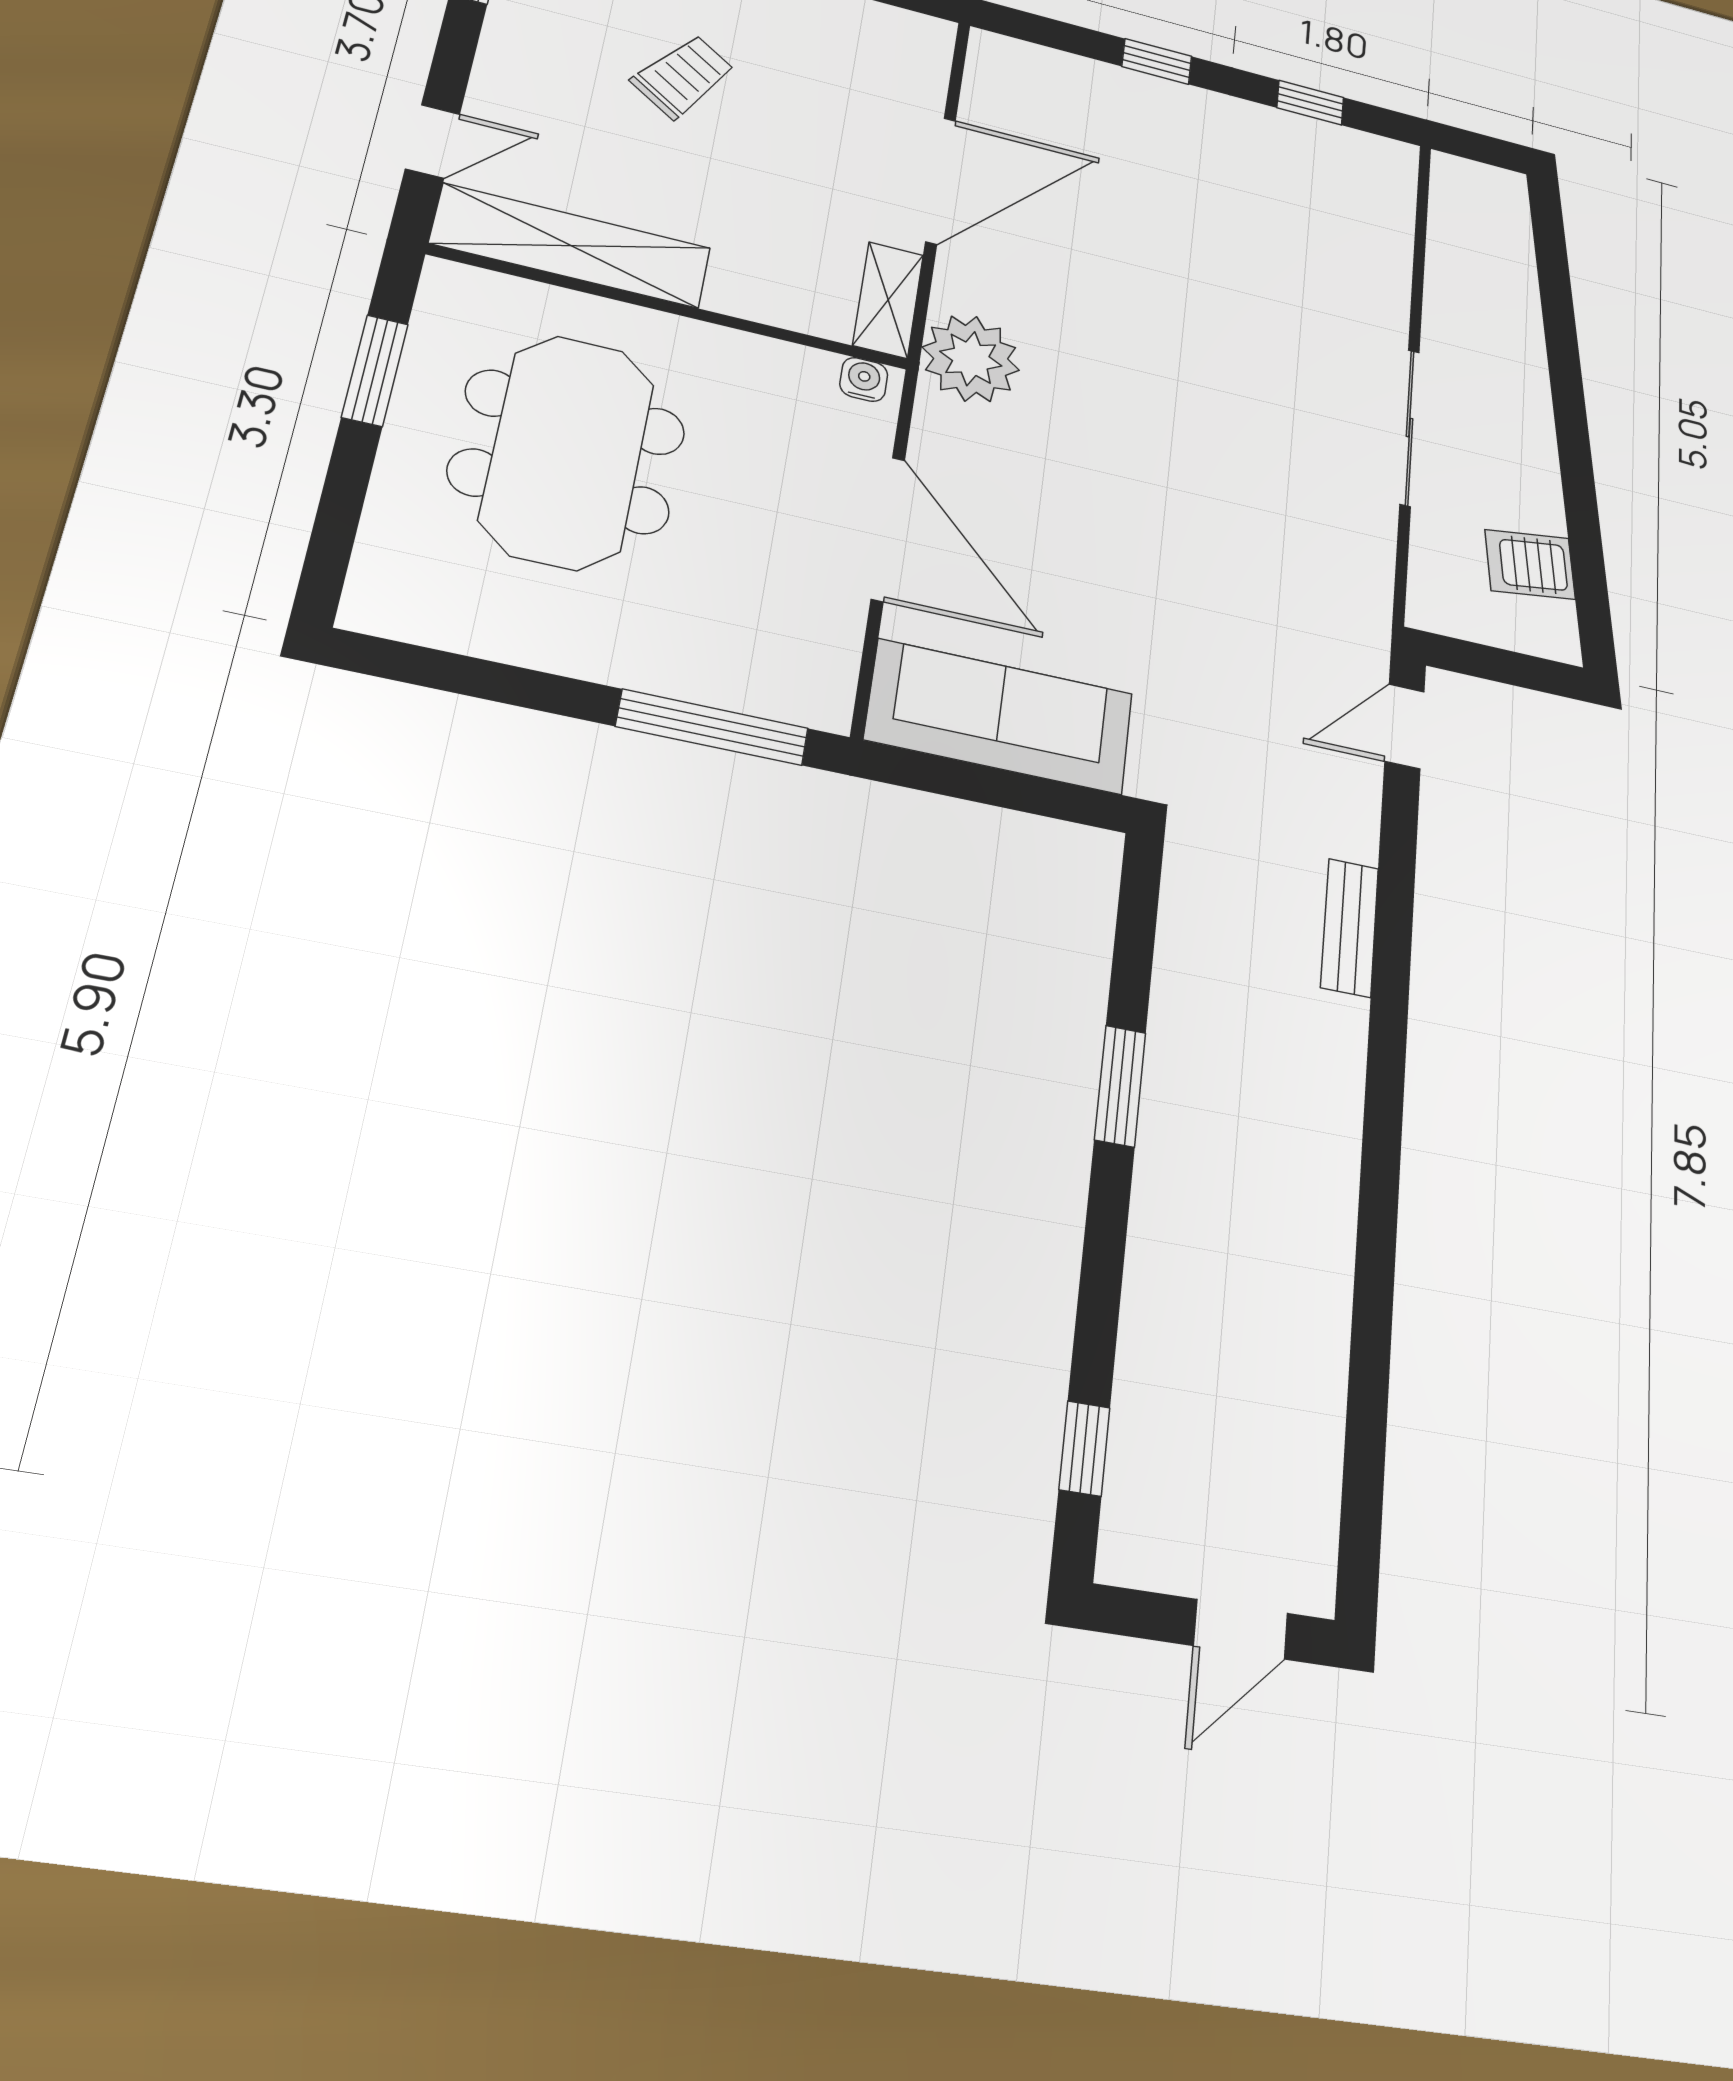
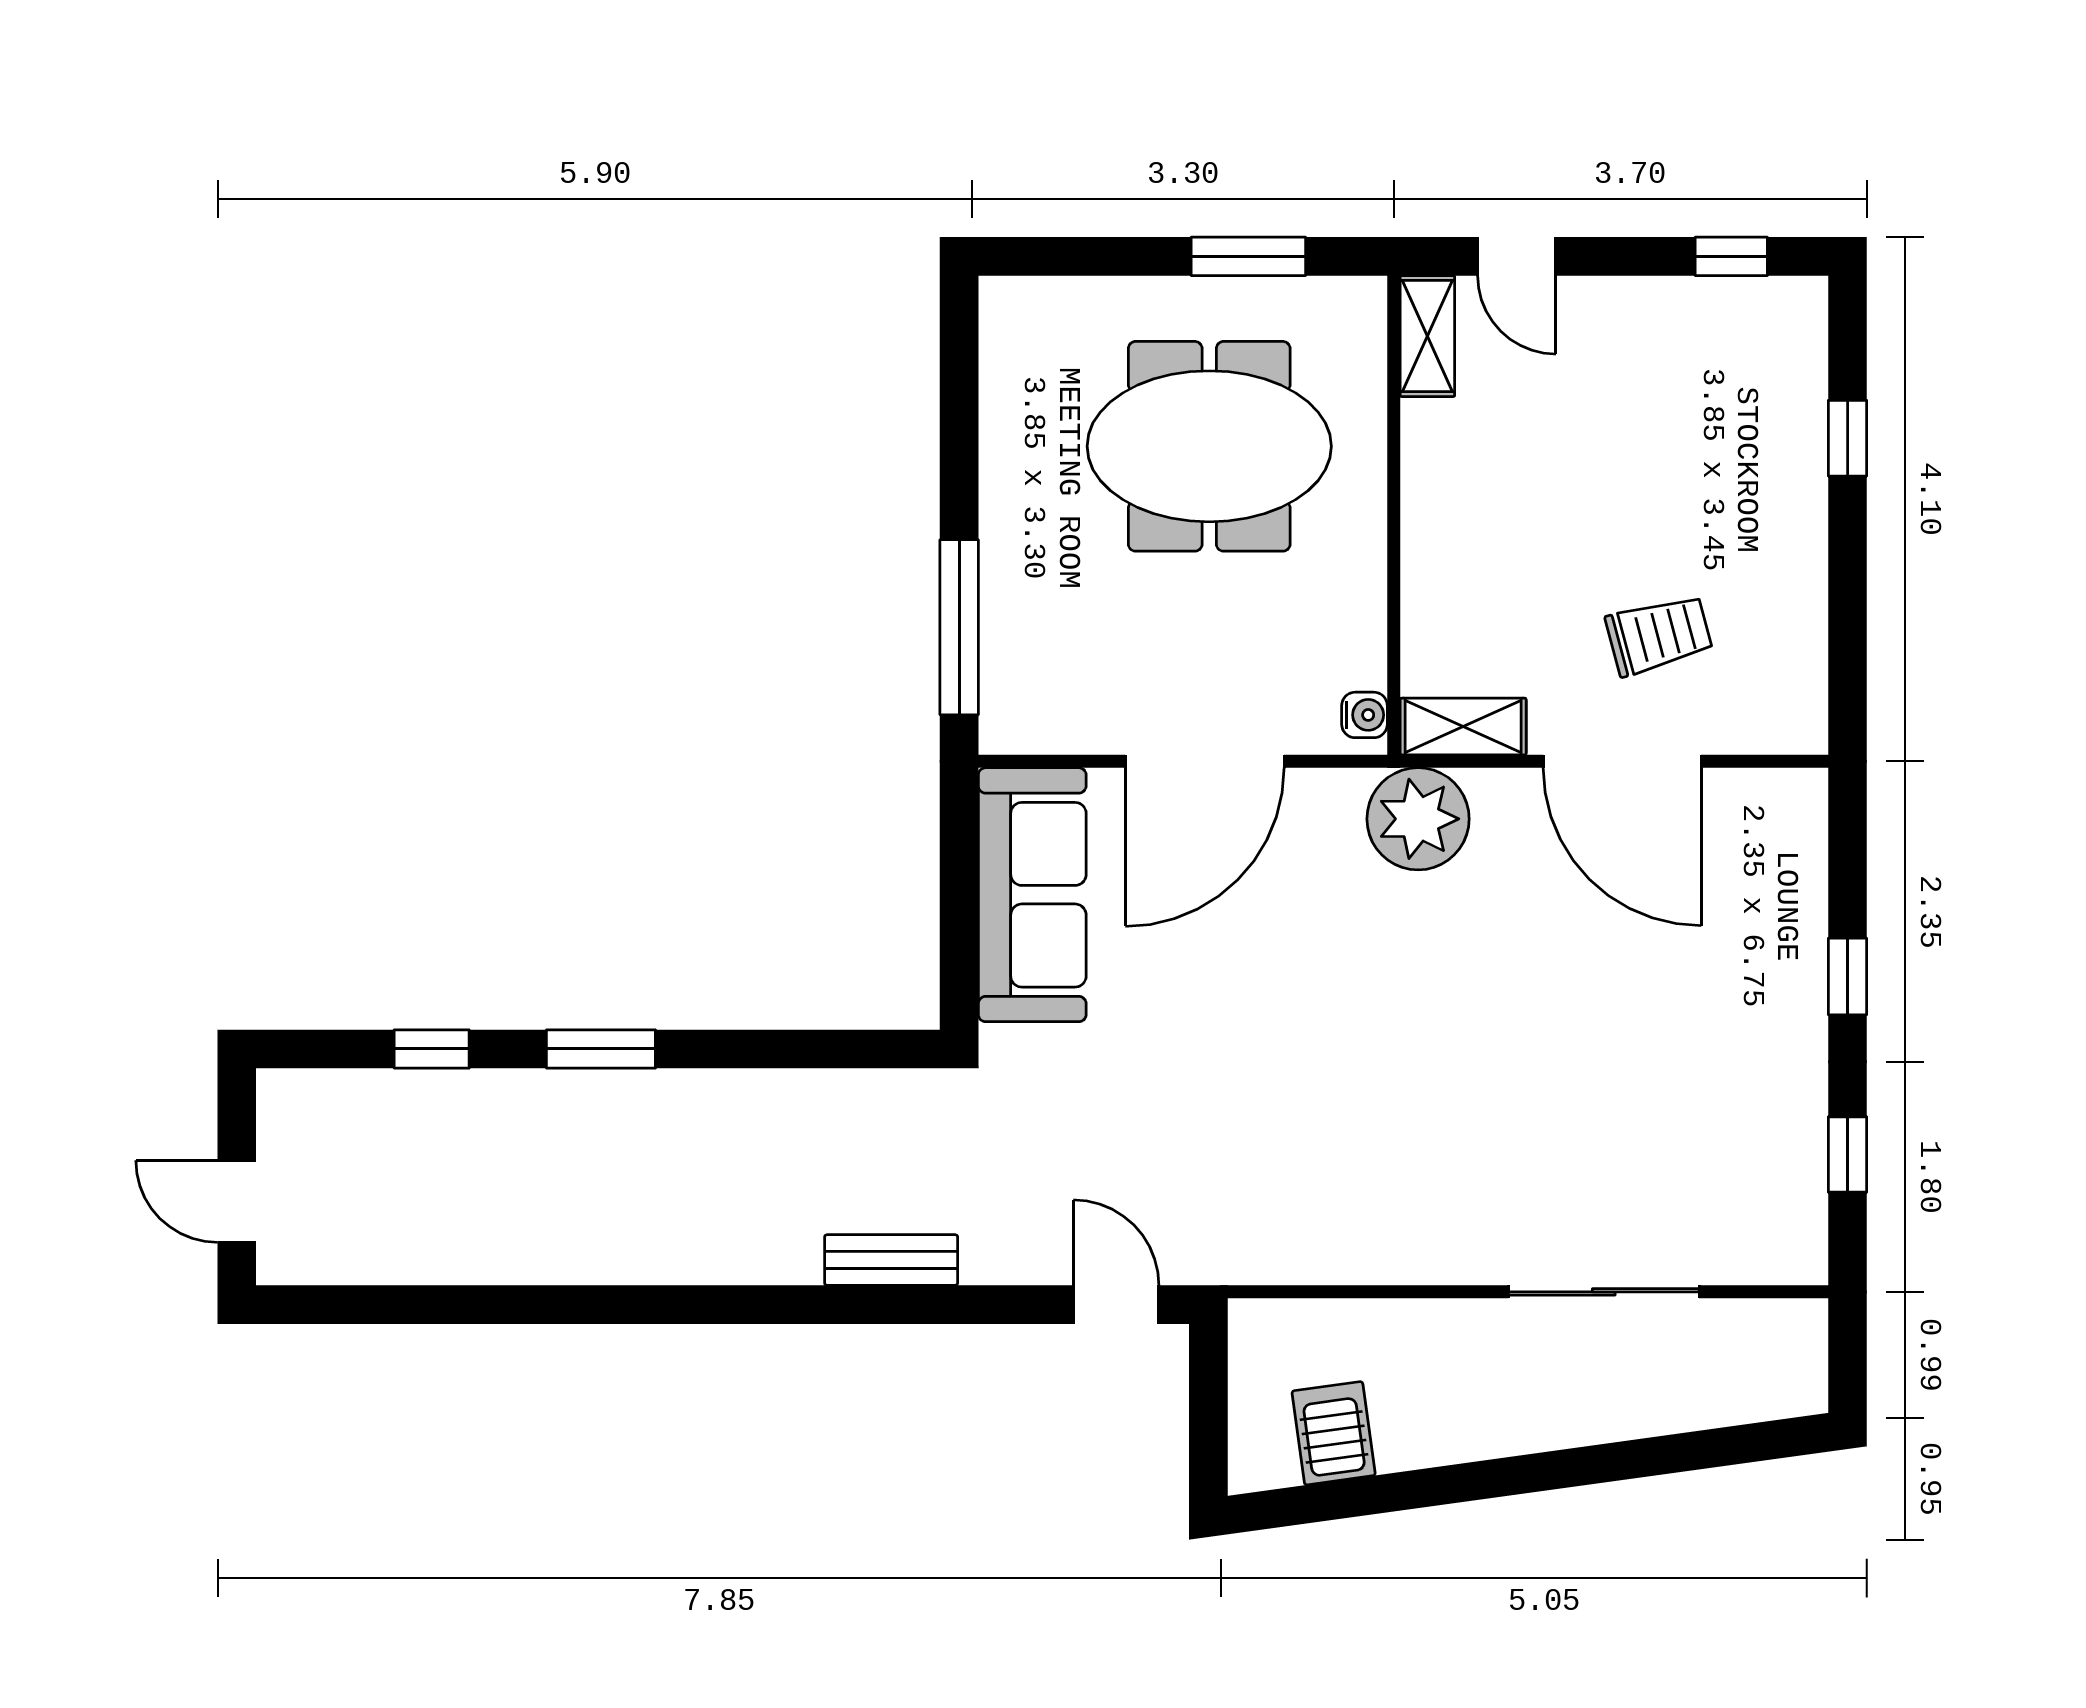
trolley: (683, 76) -> (1659, 635), moved, turned -49
shelving: (571, 246) -> (1427, 336), width x0.45, depth x0.75
sliding door: (1409, 428) -> (1604, 1292), moved
window: (1120, 1086) -> (601, 1049), moved
window: (1084, 1449) -> (432, 1049), moved

